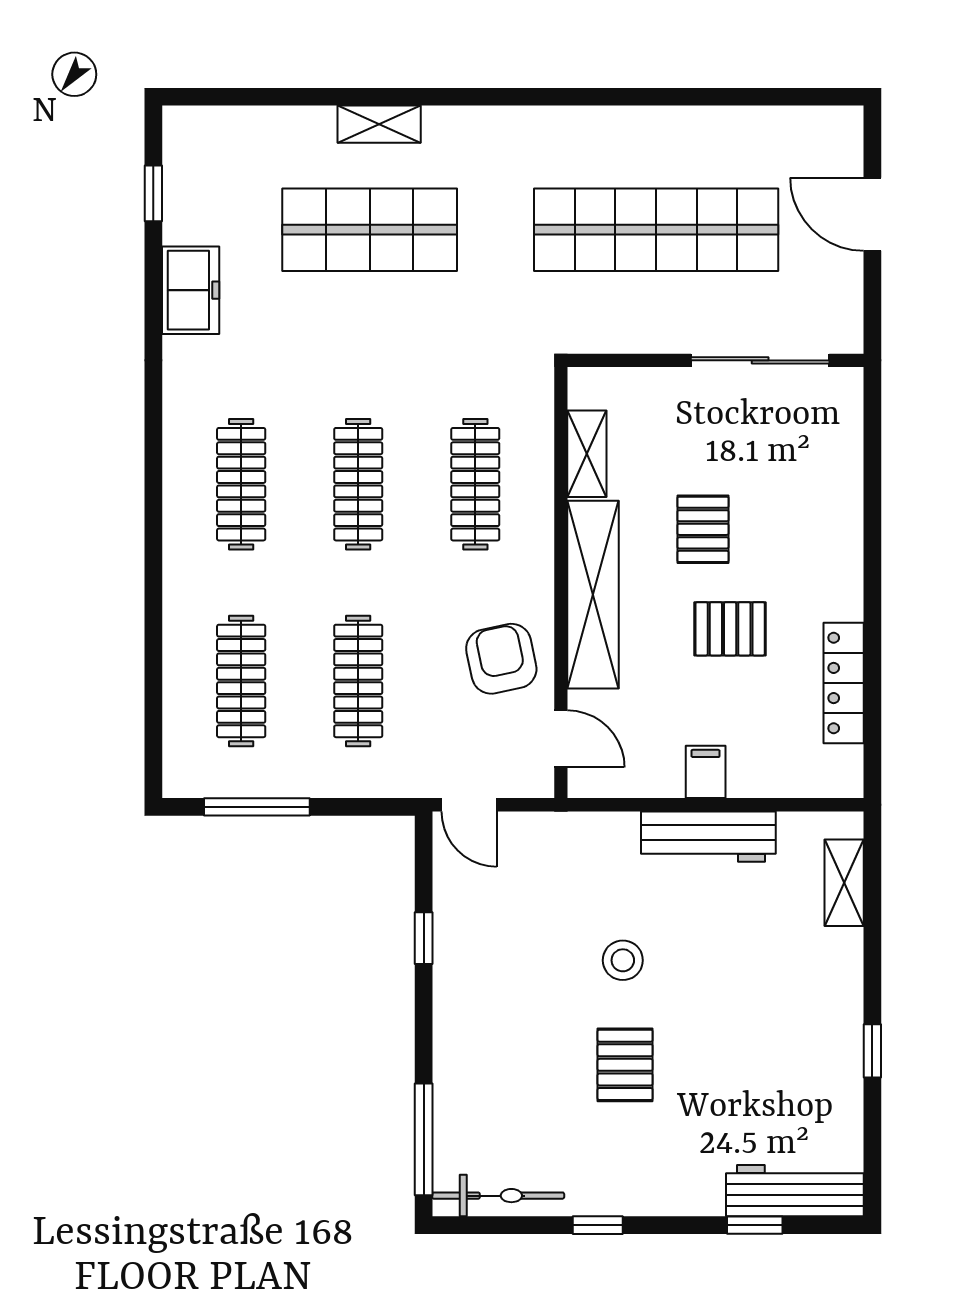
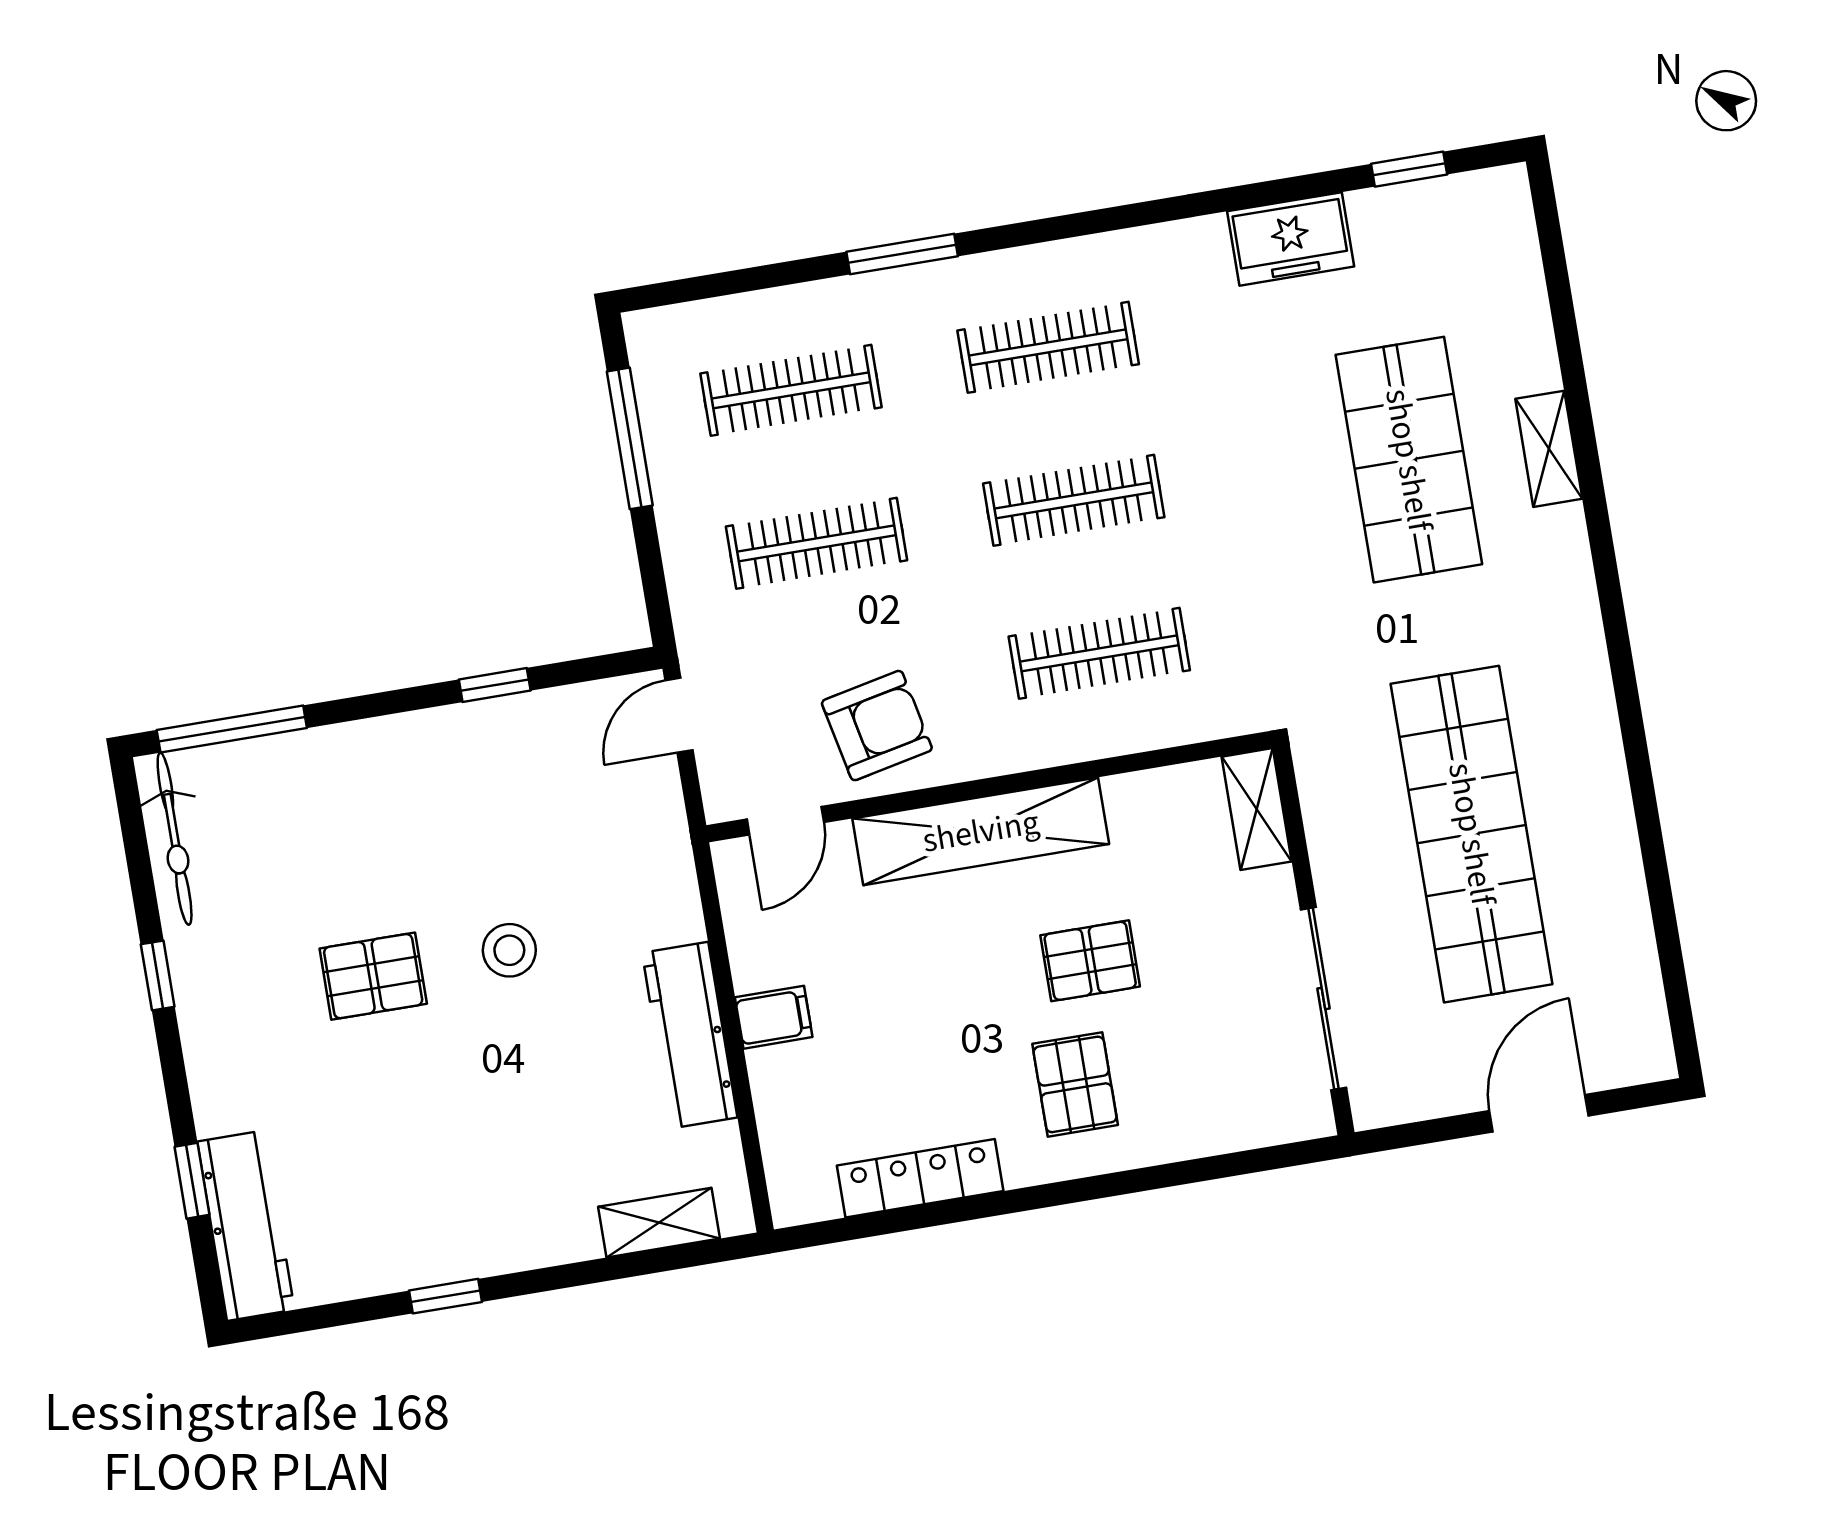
shelving: (587, 454) -> (1257, 809), moved, turned 90
window: (153, 581) -> (902, 254), added
pallet: (730, 629) -> (1075, 1084), moved

